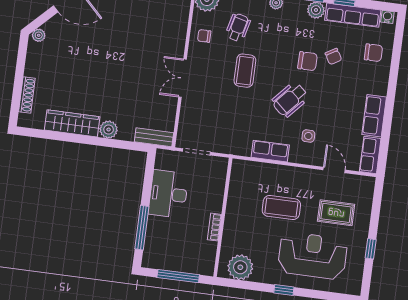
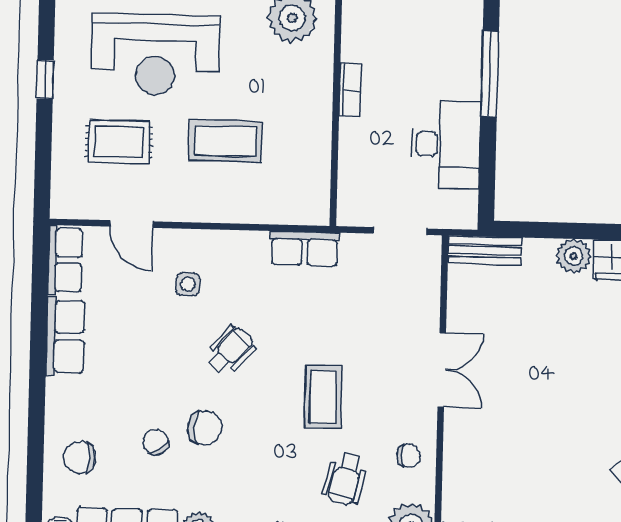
chair: (307, 61) -> (205, 428), turned 180
wheelchair: (290, 100) -> (230, 350), width x0.73, depth x0.73
row of seats: (270, 151) -> (304, 249), moved

